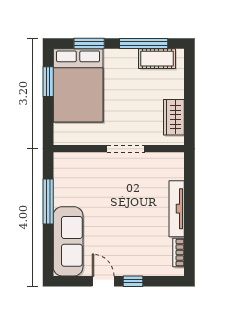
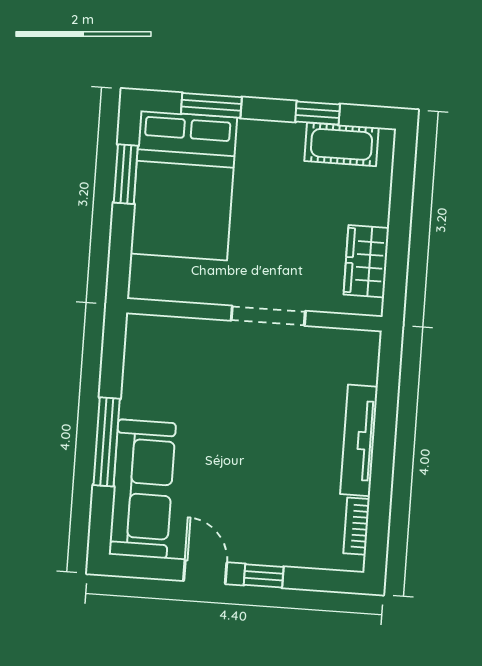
window: (144, 43) -> (318, 113), width x0.46
window: (48, 202) -> (107, 442), moved

